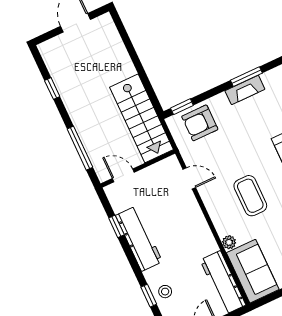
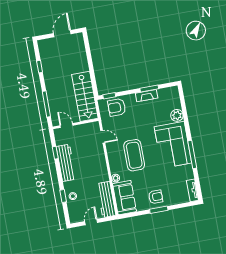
coffee table: (250, 196) -> (134, 155), width x1.36, depth x1.32

